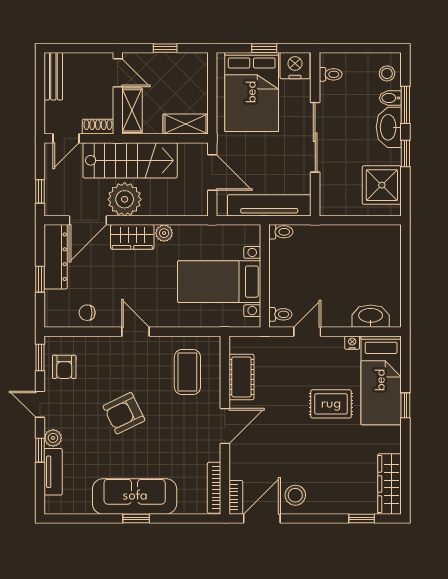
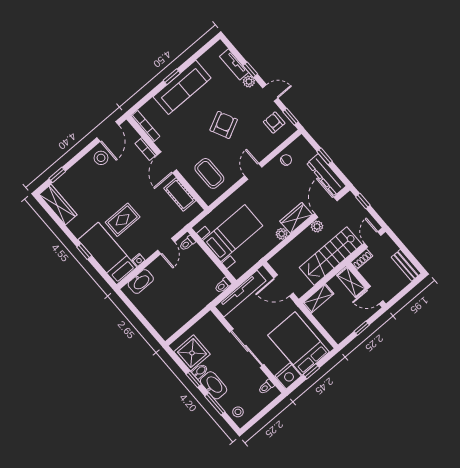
bidet: (390, 98) -> (200, 371), moved
plant: (125, 199) -> (317, 226), width x0.53, depth x0.53
door: (135, 332) -> (253, 171), swing flipped
bookcase: (236, 497) -> (146, 149), moved

